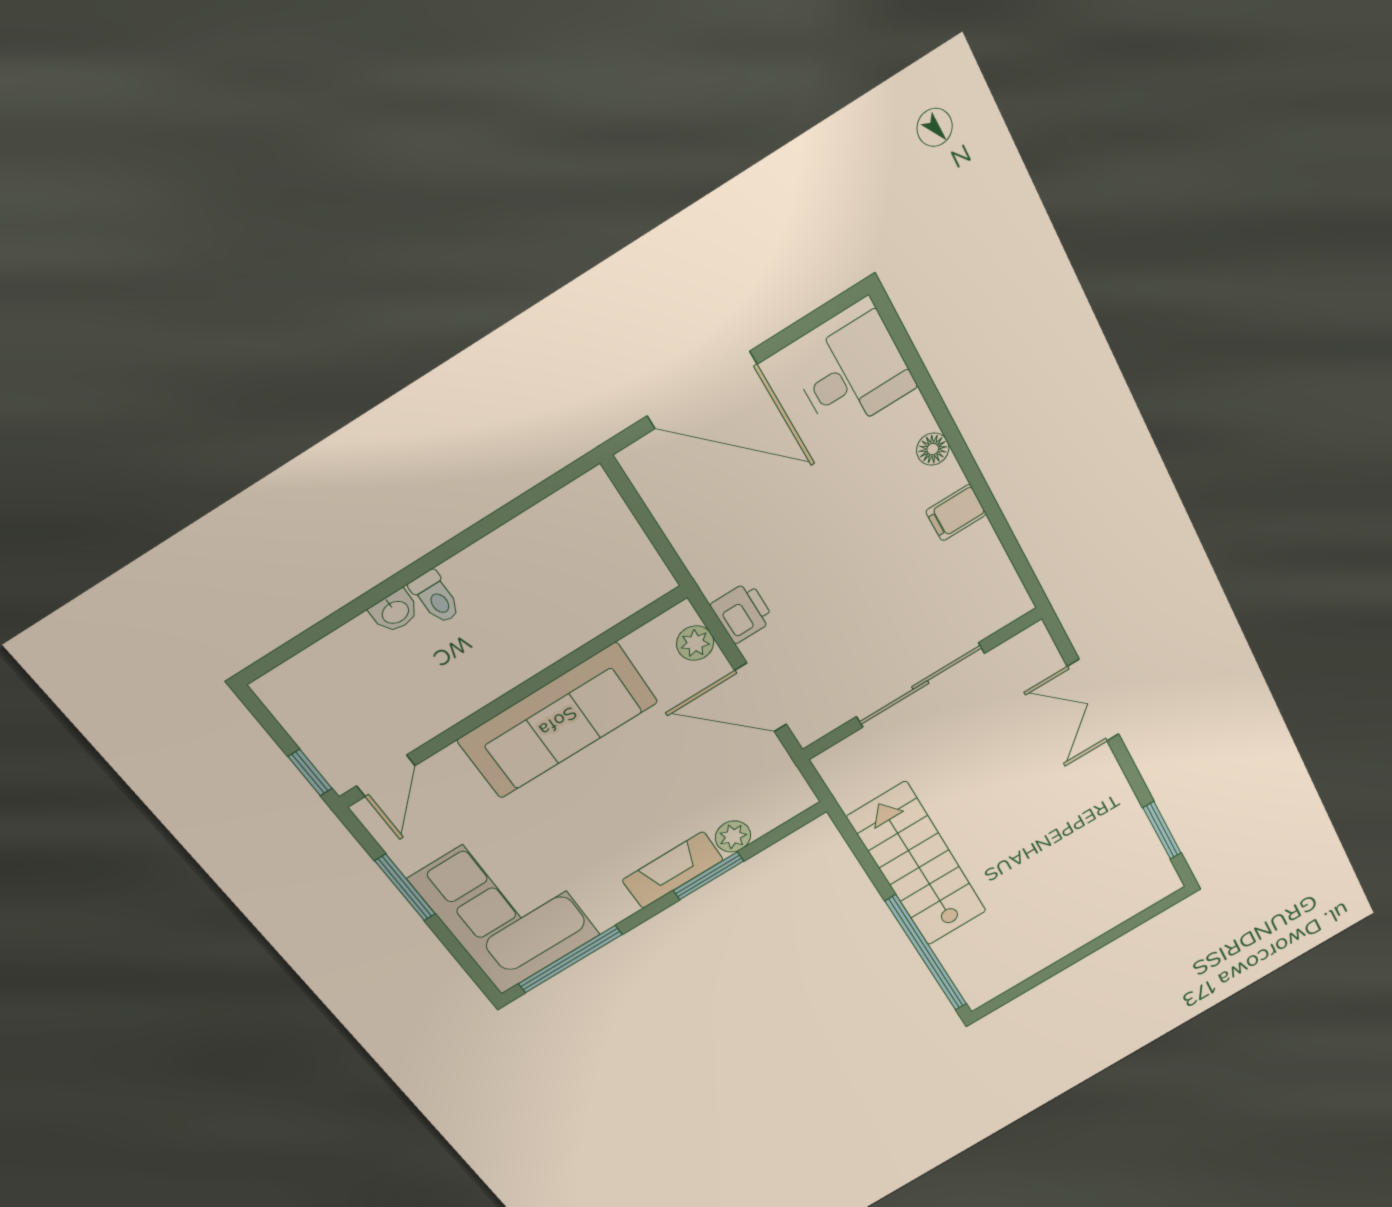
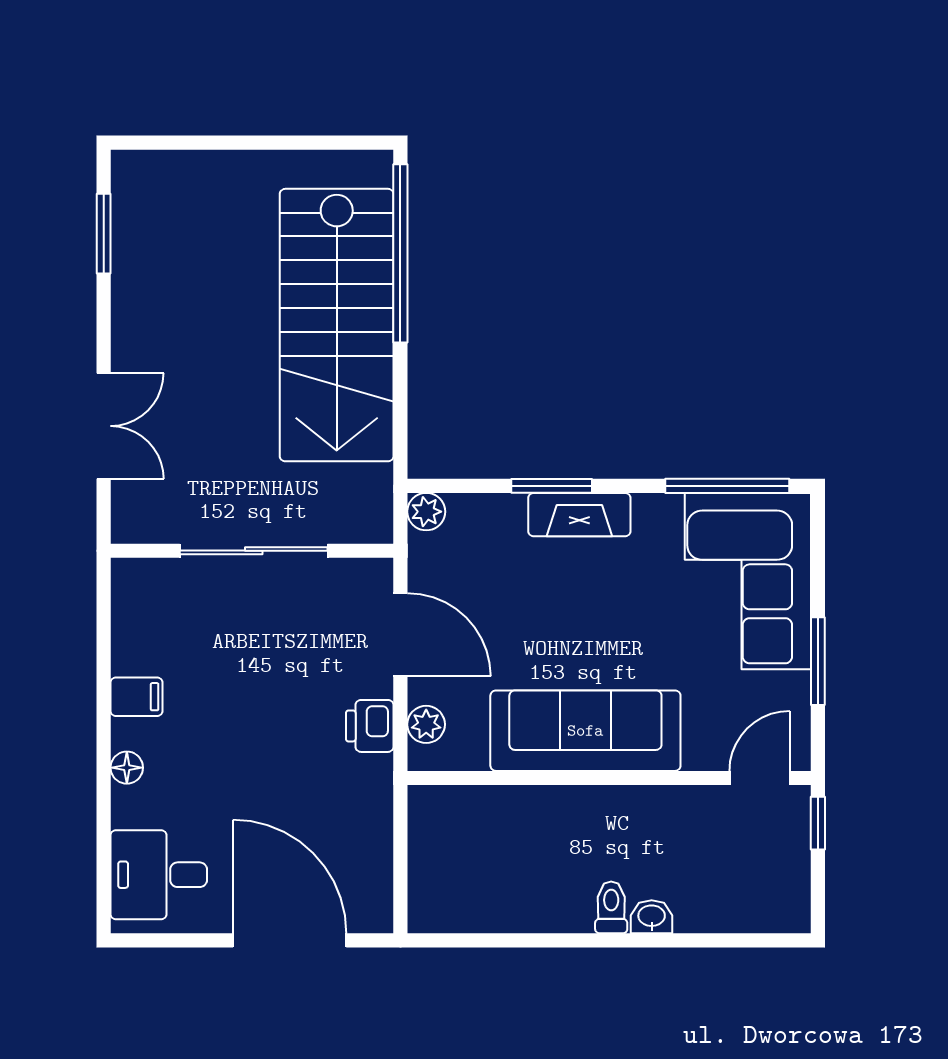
plant: (733, 837) -> (426, 512), moved
stairs: (917, 865) -> (337, 325), width x1.36, depth x1.51

